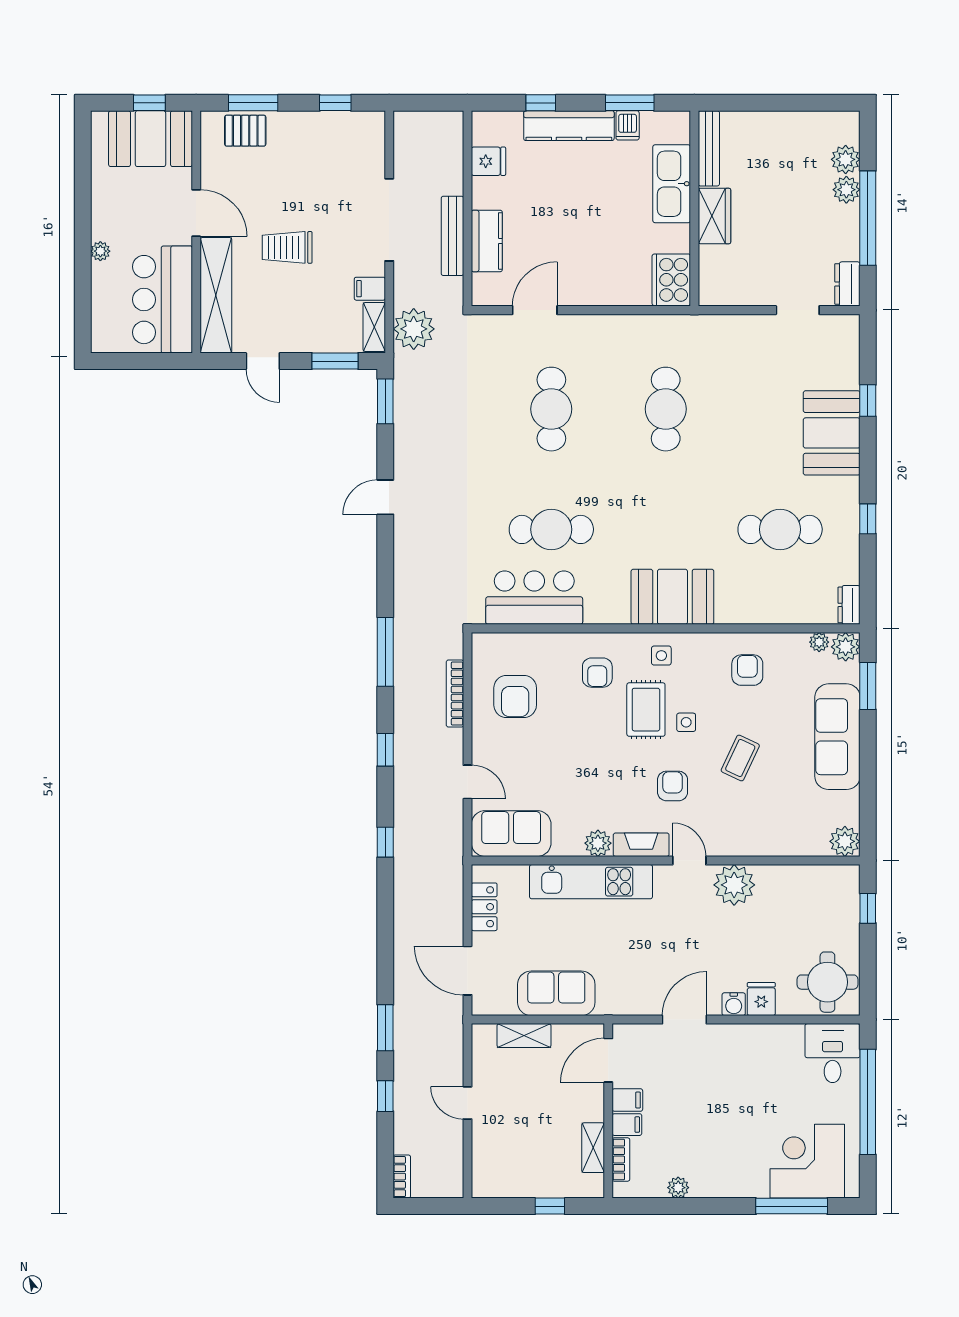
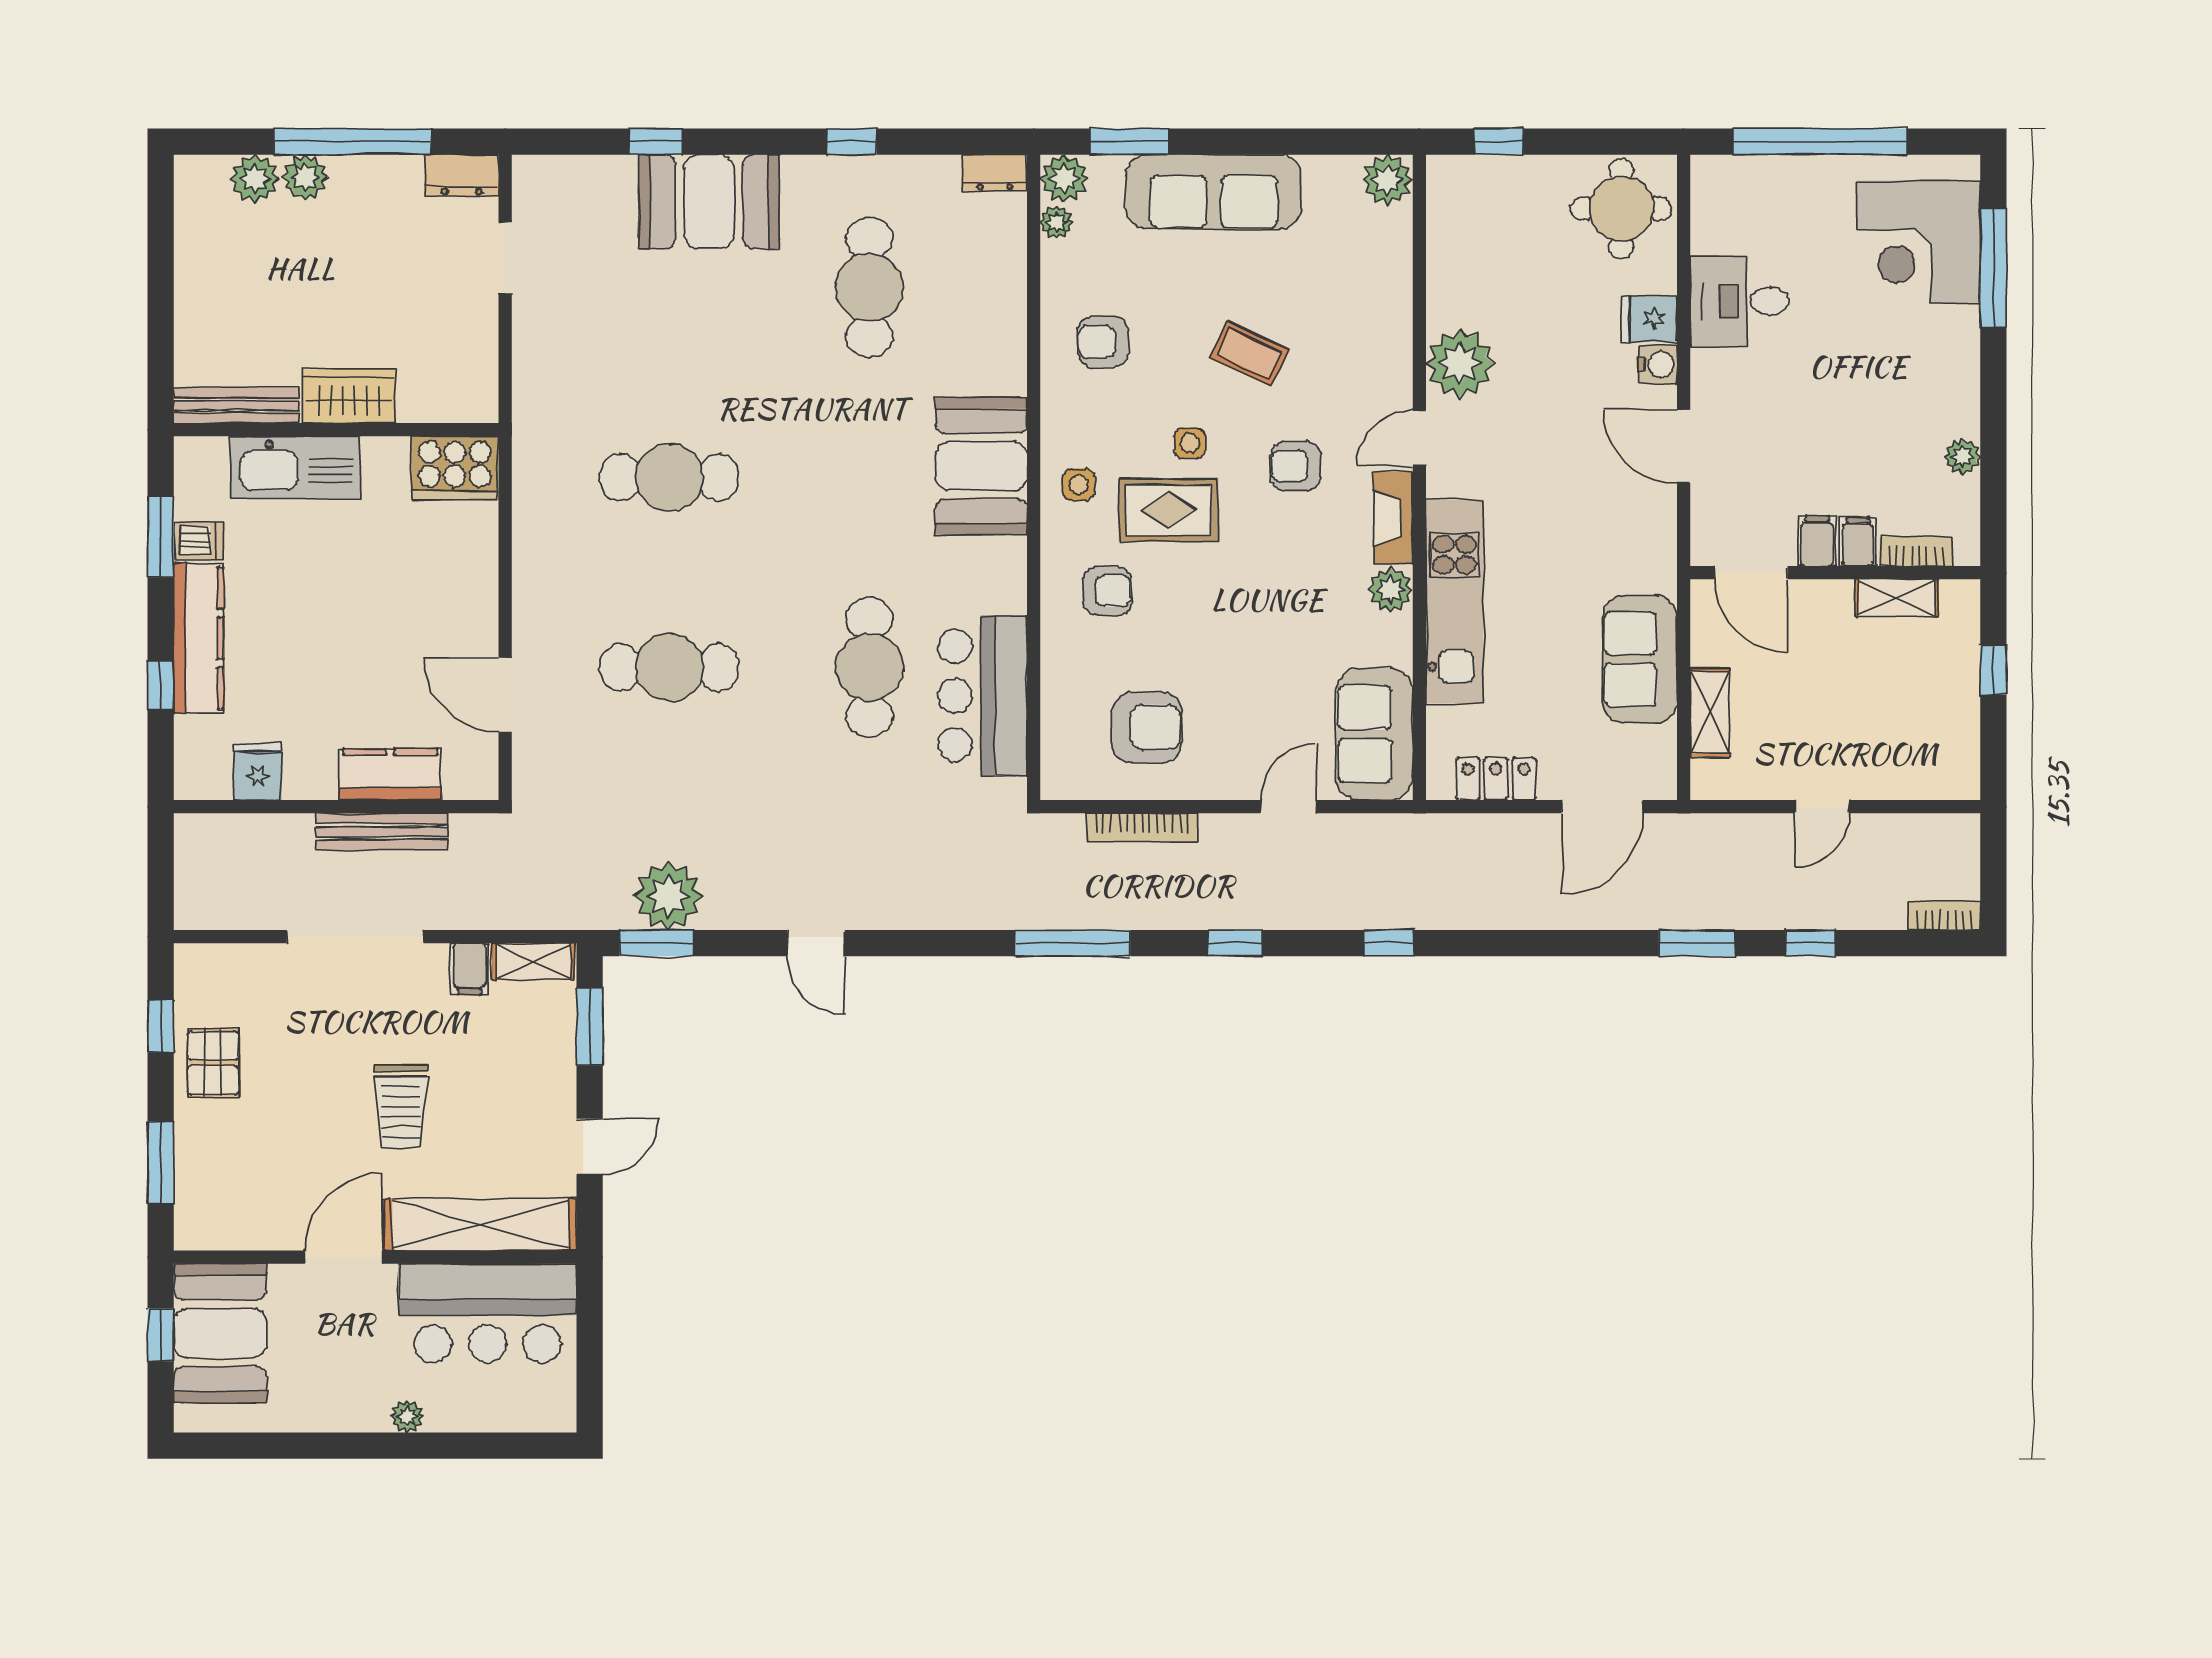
pallet: (245, 131) -> (213, 1063), moved
plant: (414, 329) -> (668, 896), moved
desk: (833, 1053) -> (1739, 301), moved

